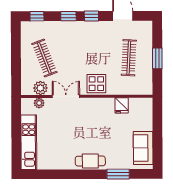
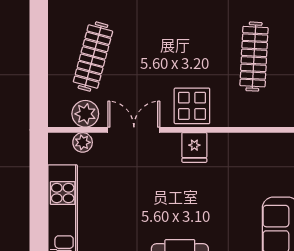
clothes rail: (44, 58) -> (93, 57), turned 36
fridge: (122, 105) -> (194, 147), moved

